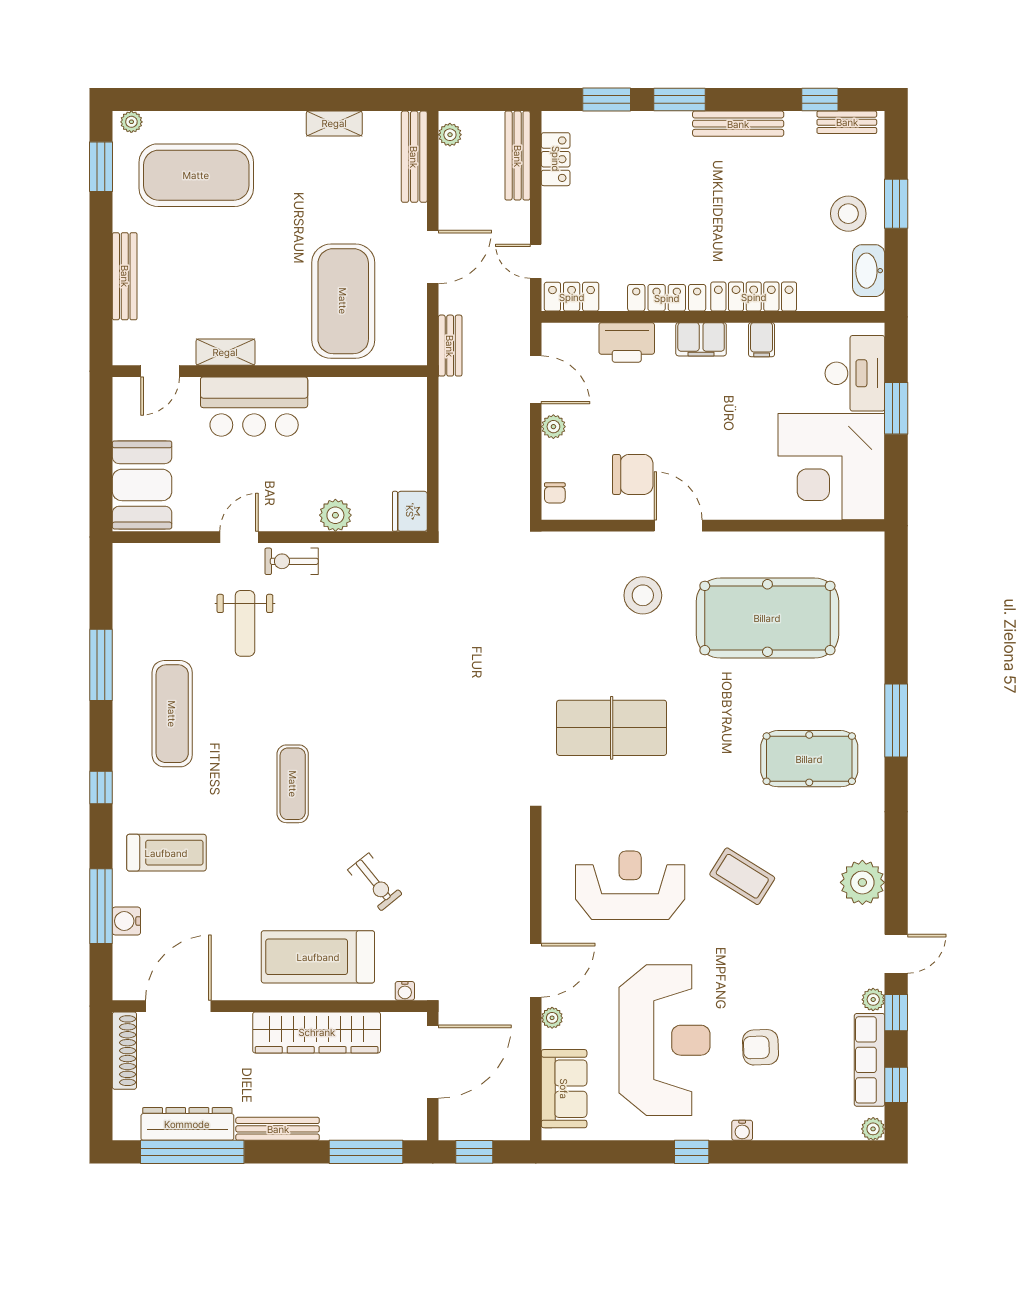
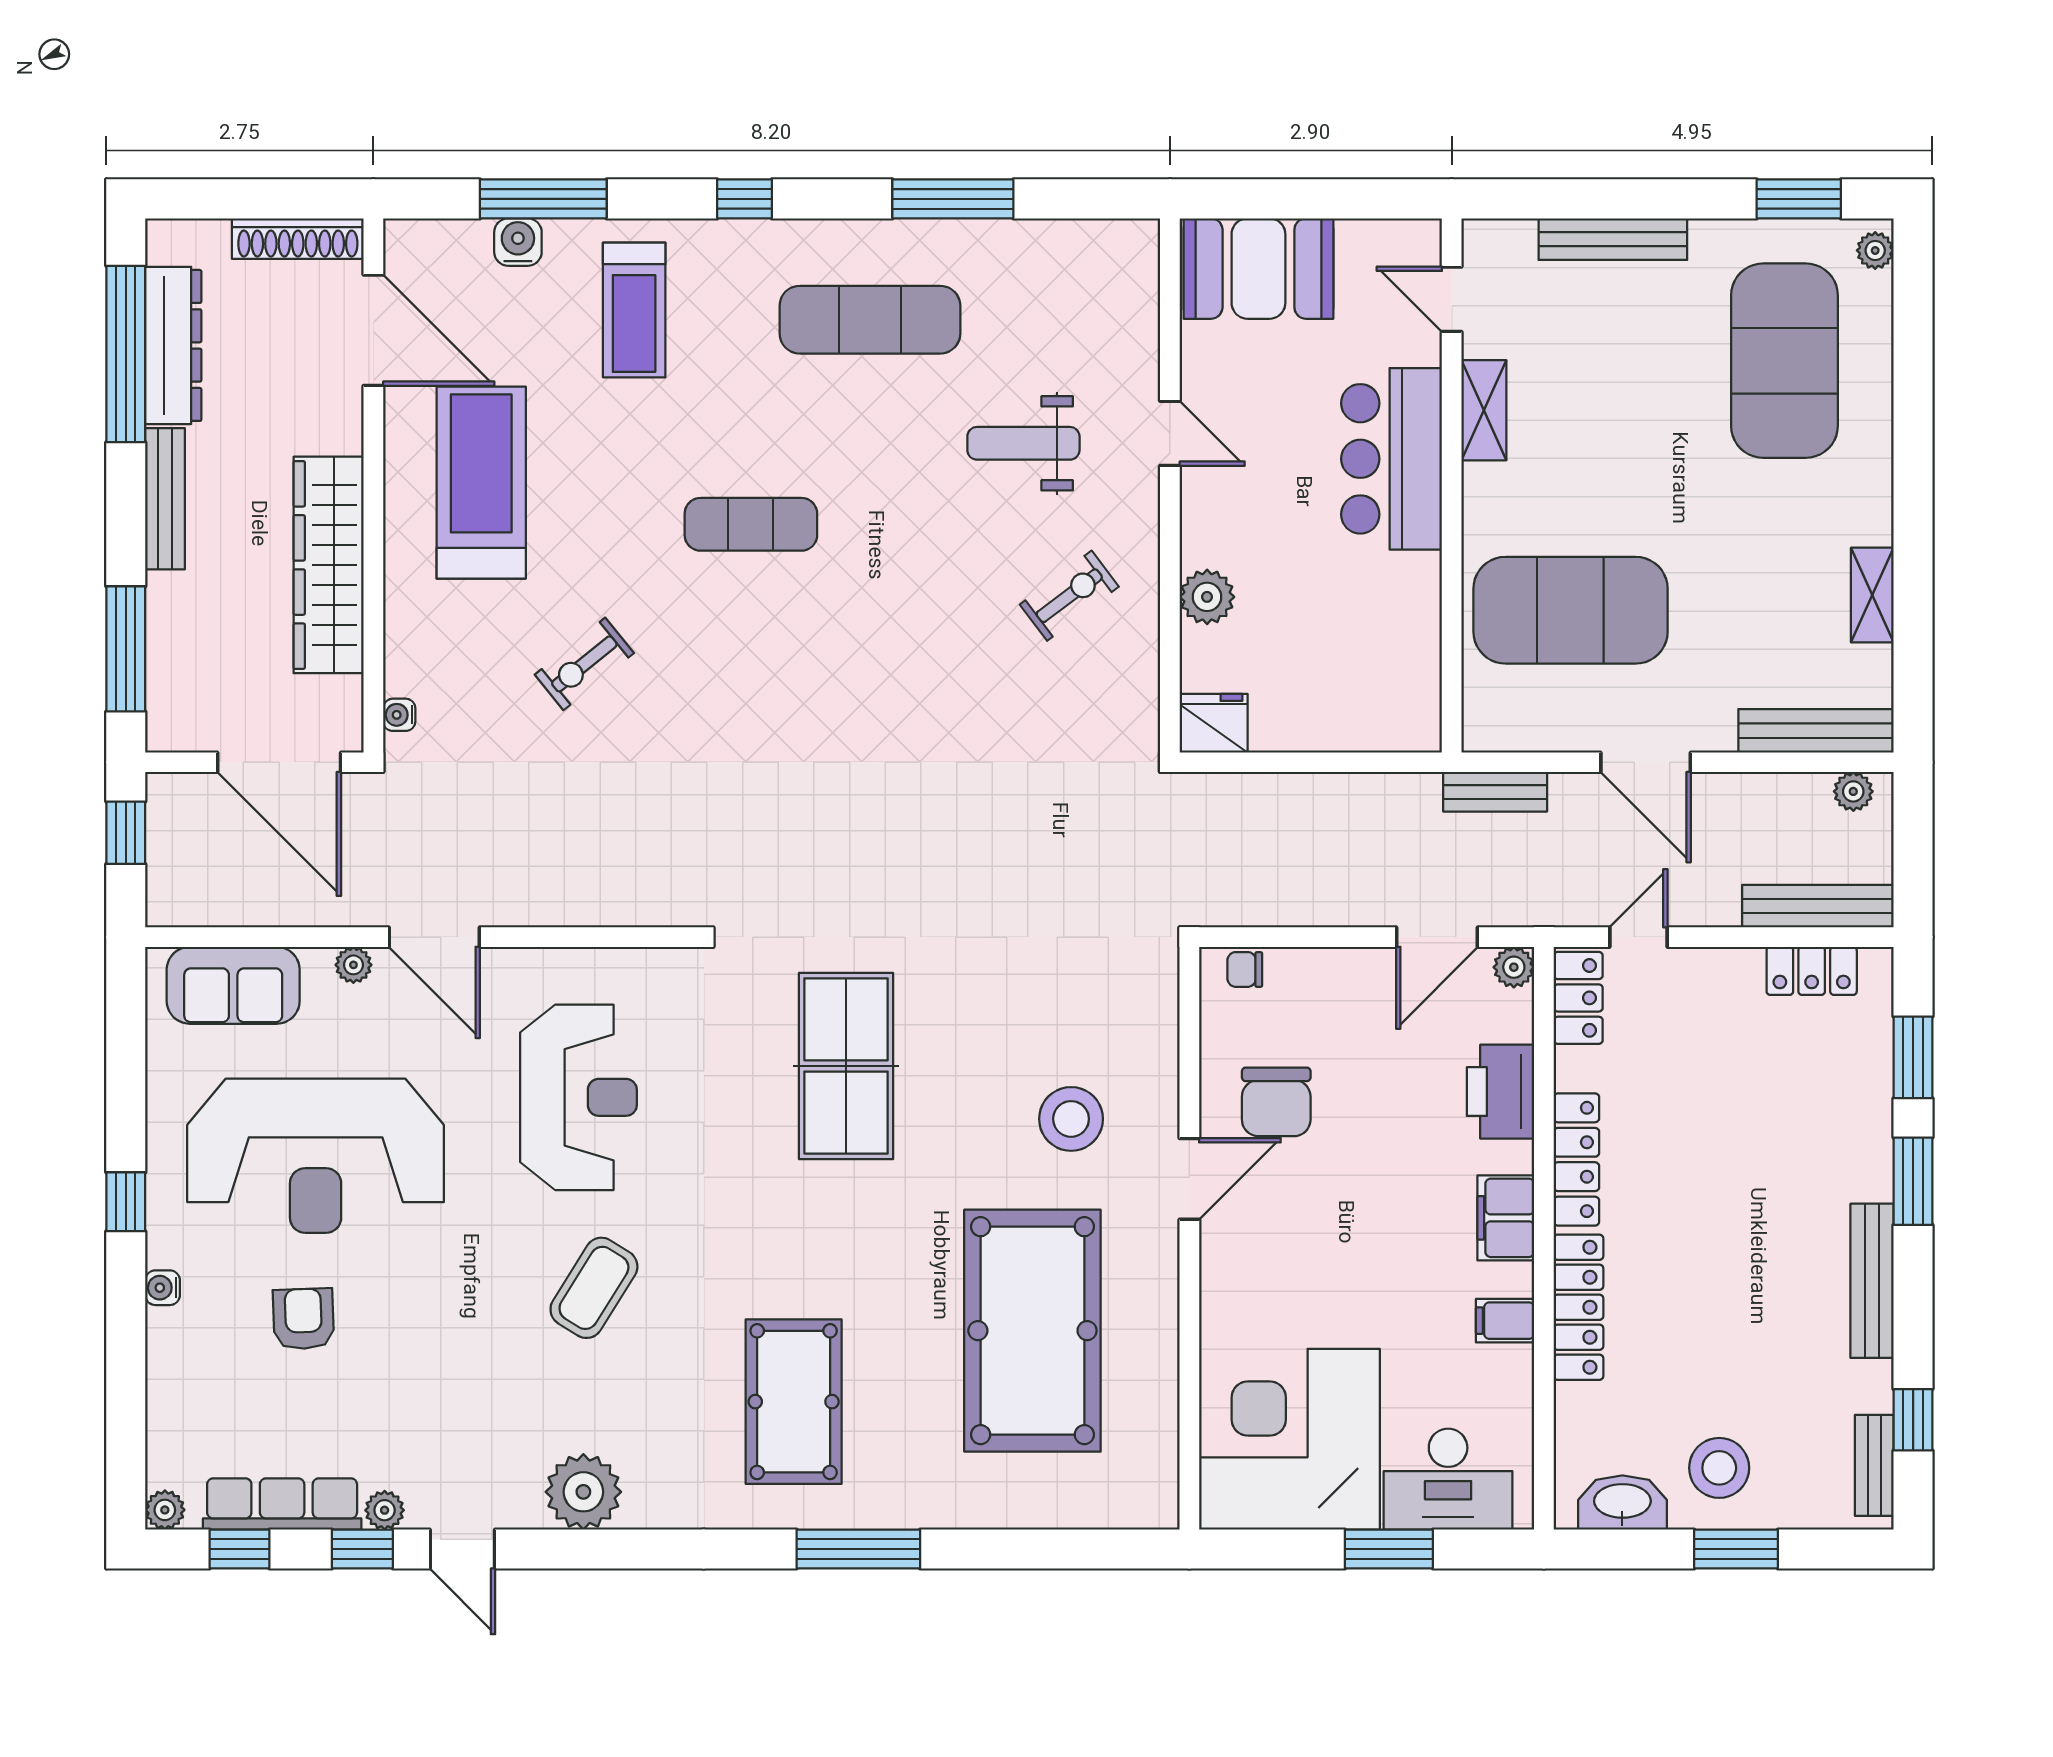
plant: (553, 427) -> (1514, 967), moved
exercise bike: (292, 561) -> (1069, 596), moved, turned 53
treadmill: (318, 957) -> (481, 483), moved

